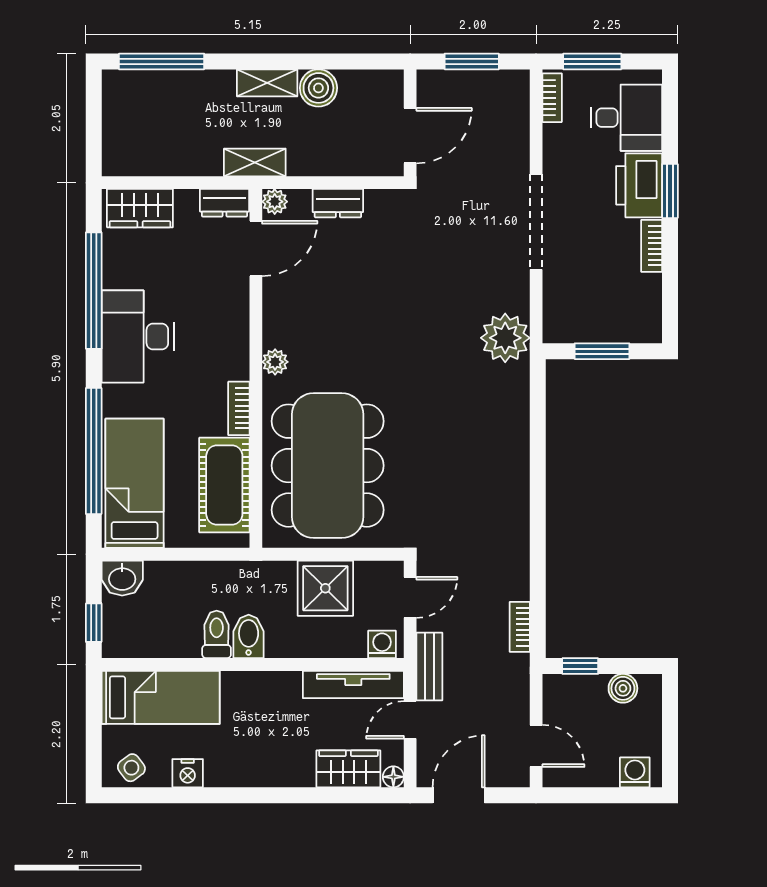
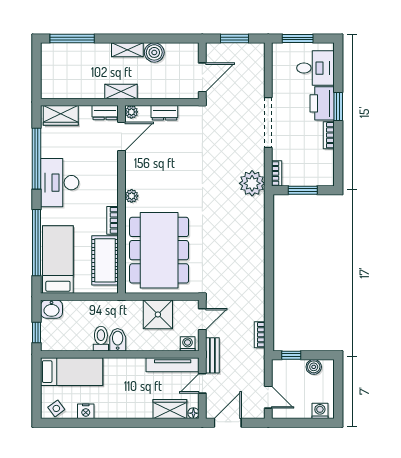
bookcase: (552, 98) -> (277, 173), moved

